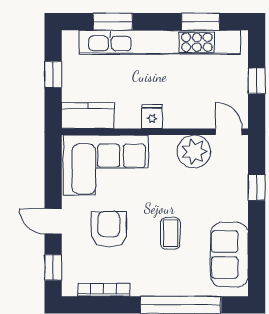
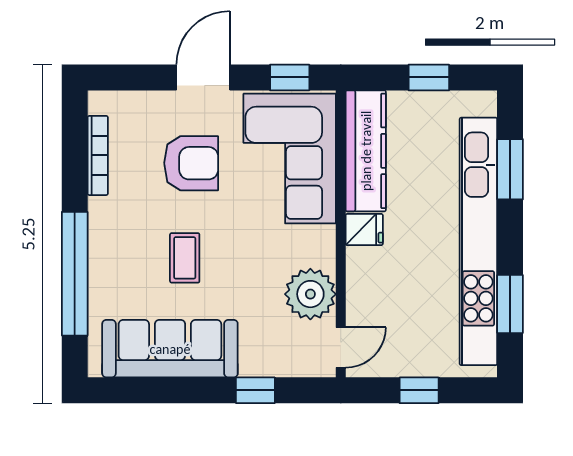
kitchen counter: (88, 116) -> (366, 151), width x1.50
door: (53, 221) -> (203, 77), width x1.37
coffee table: (170, 233) -> (185, 258), turned 90
sofa: (230, 255) -> (170, 349), width x1.36
window: (53, 267) -> (290, 77), moved

